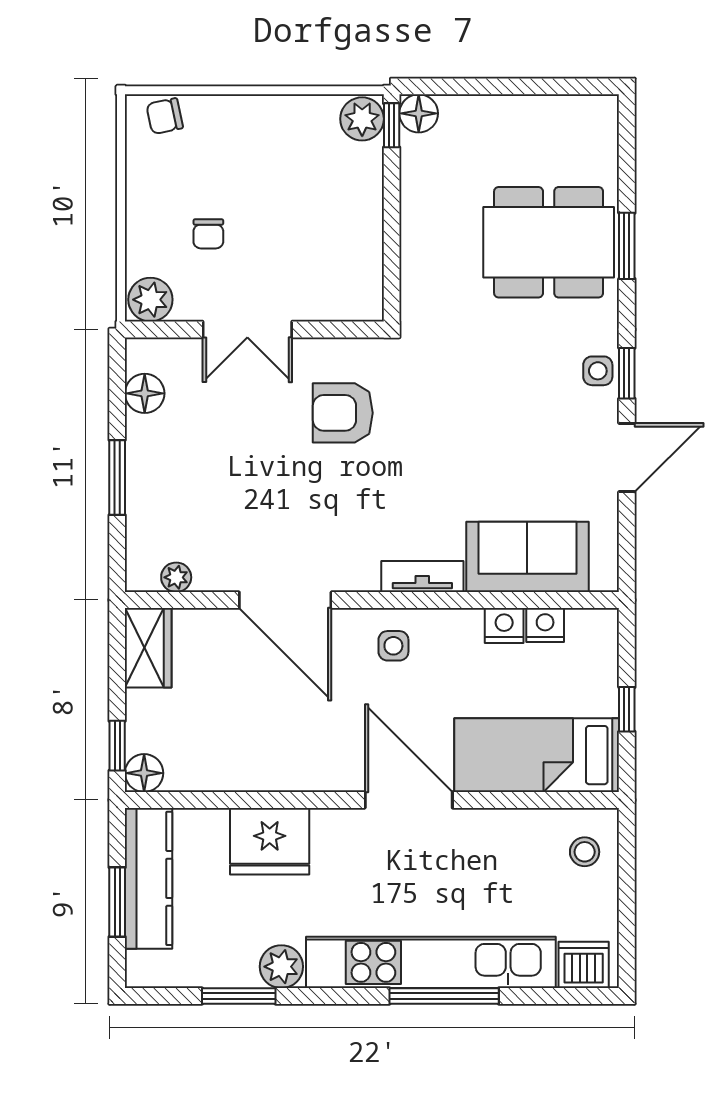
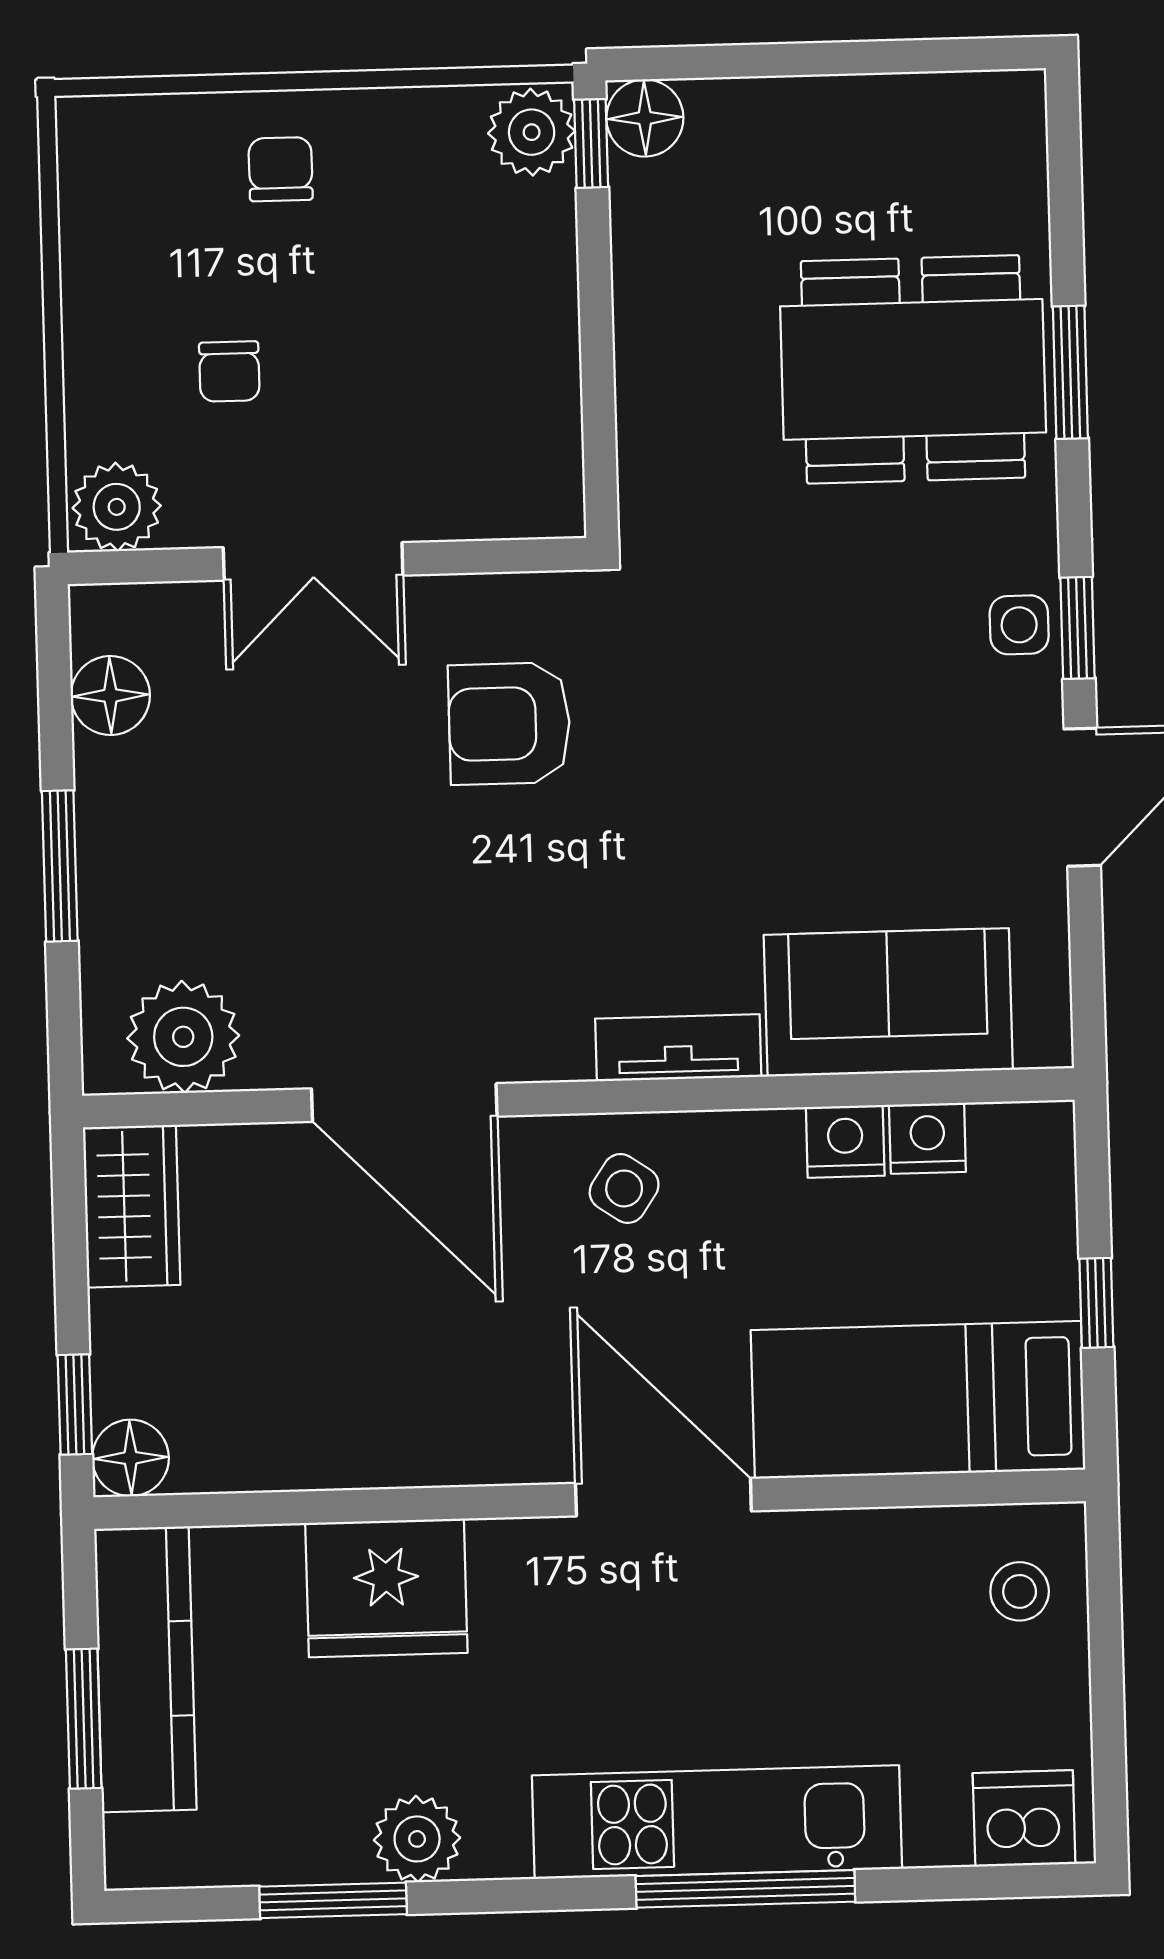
chair: (165, 116) -> (281, 169), moved, turned 102
plant: (176, 577) -> (183, 1037), width x1.88, depth x1.88
side table: (393, 646) -> (624, 1188), turned 34
kitchen unit: (431, 962) -> (717, 1822), width x0.73

